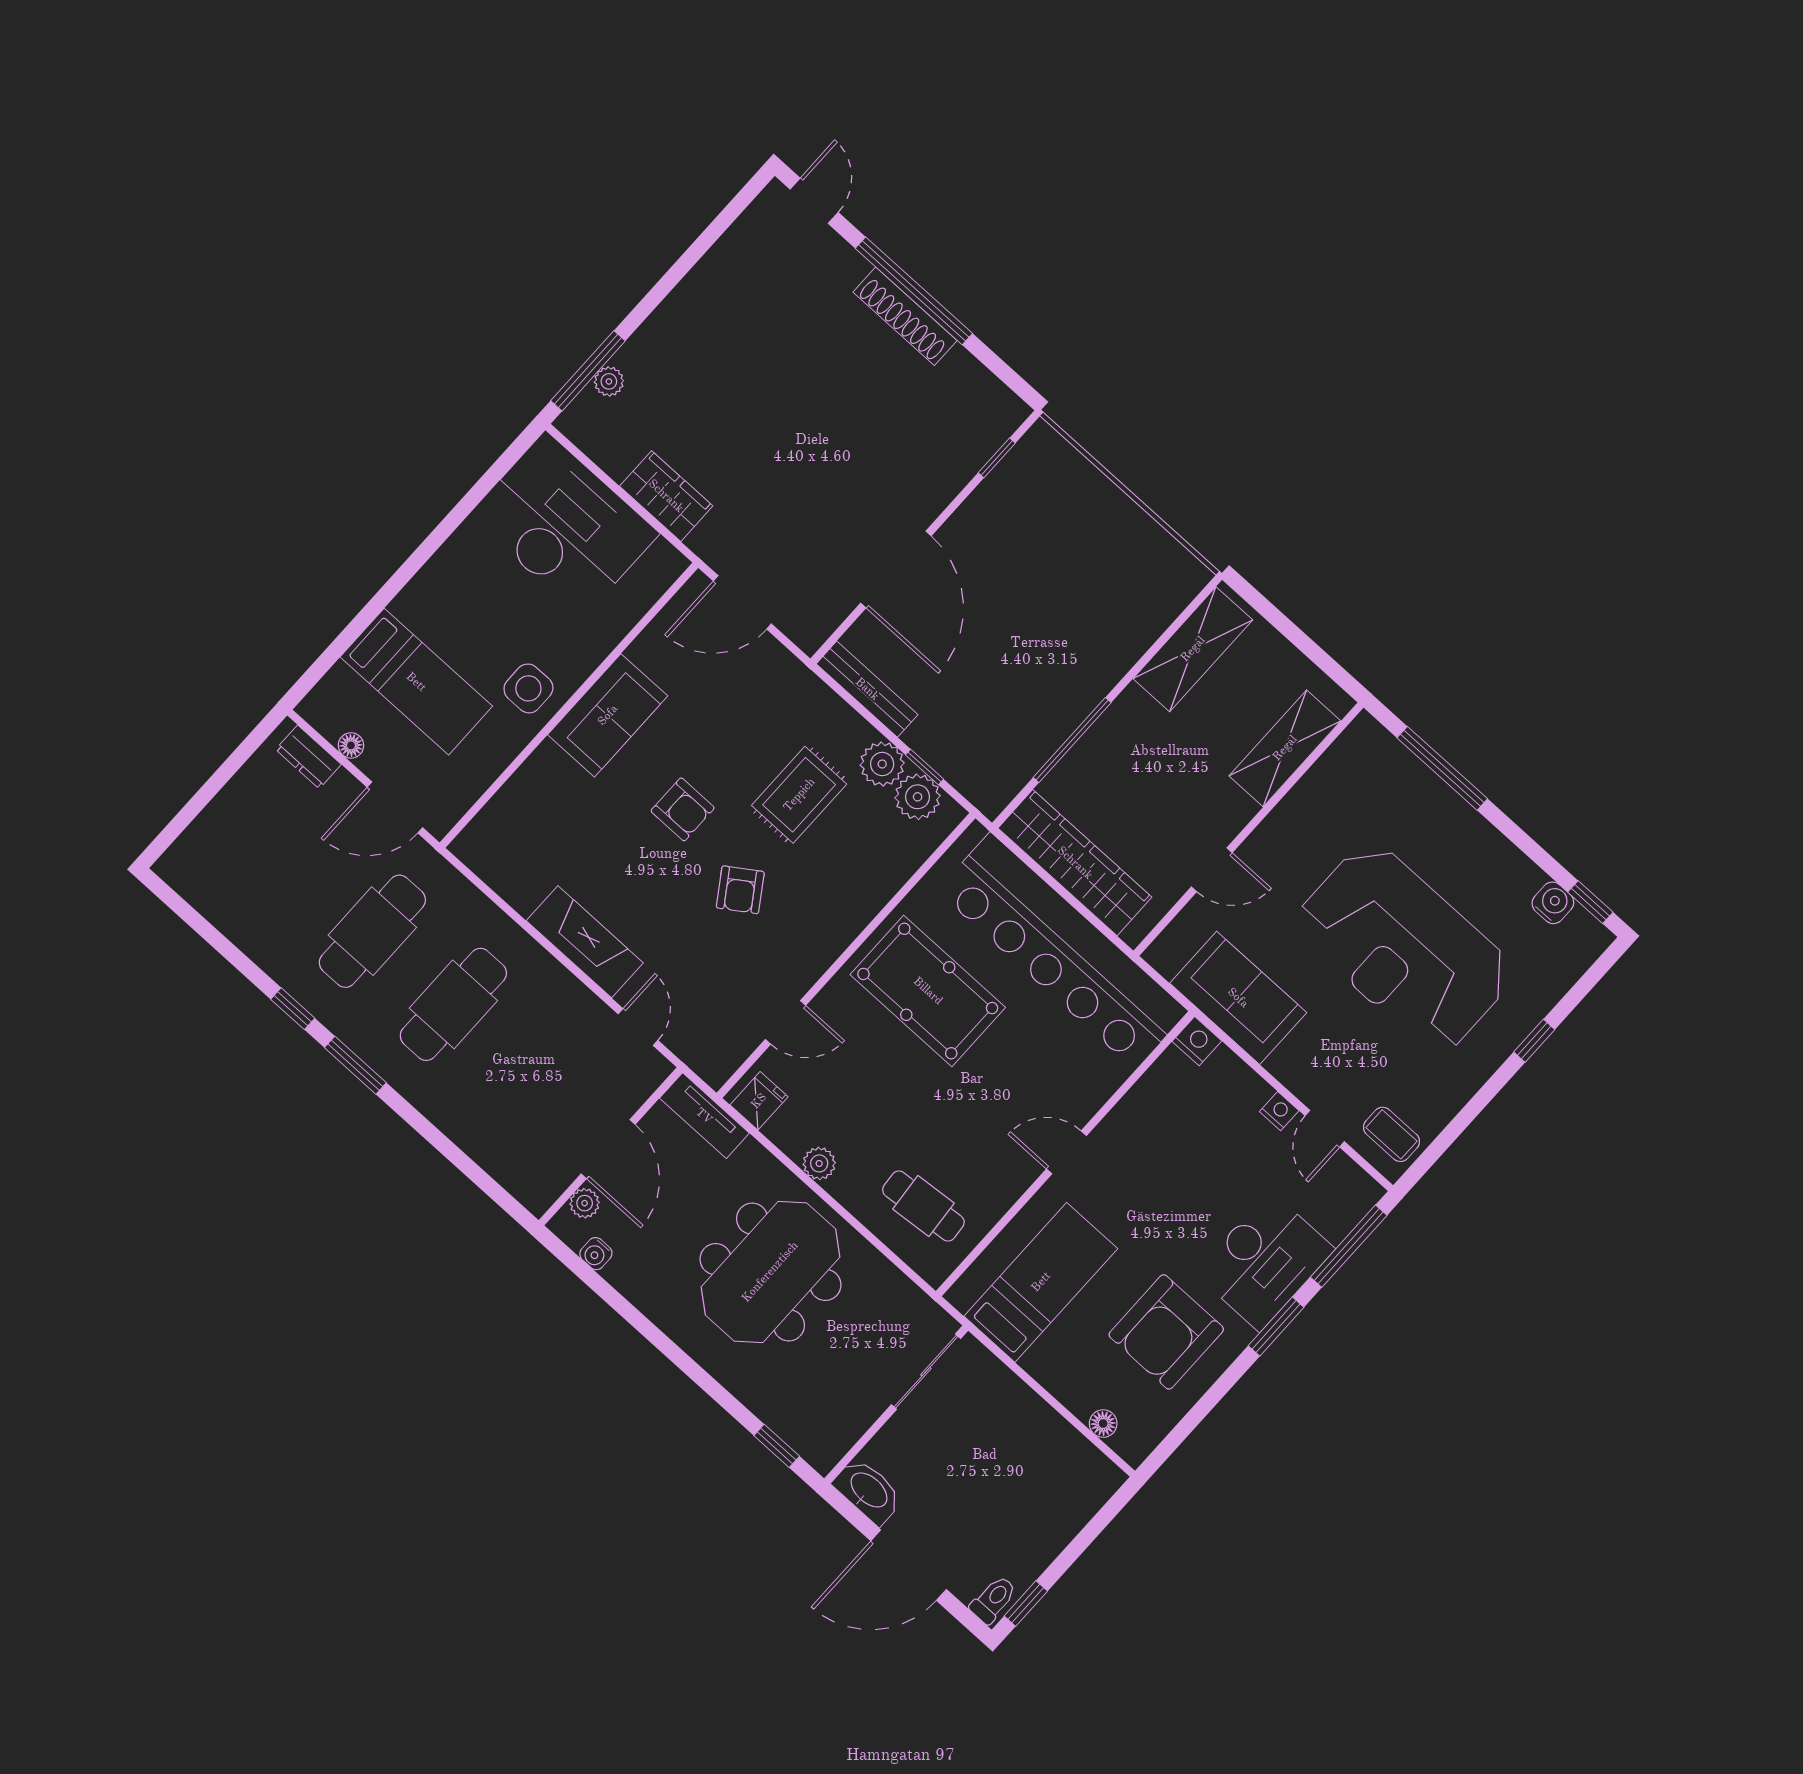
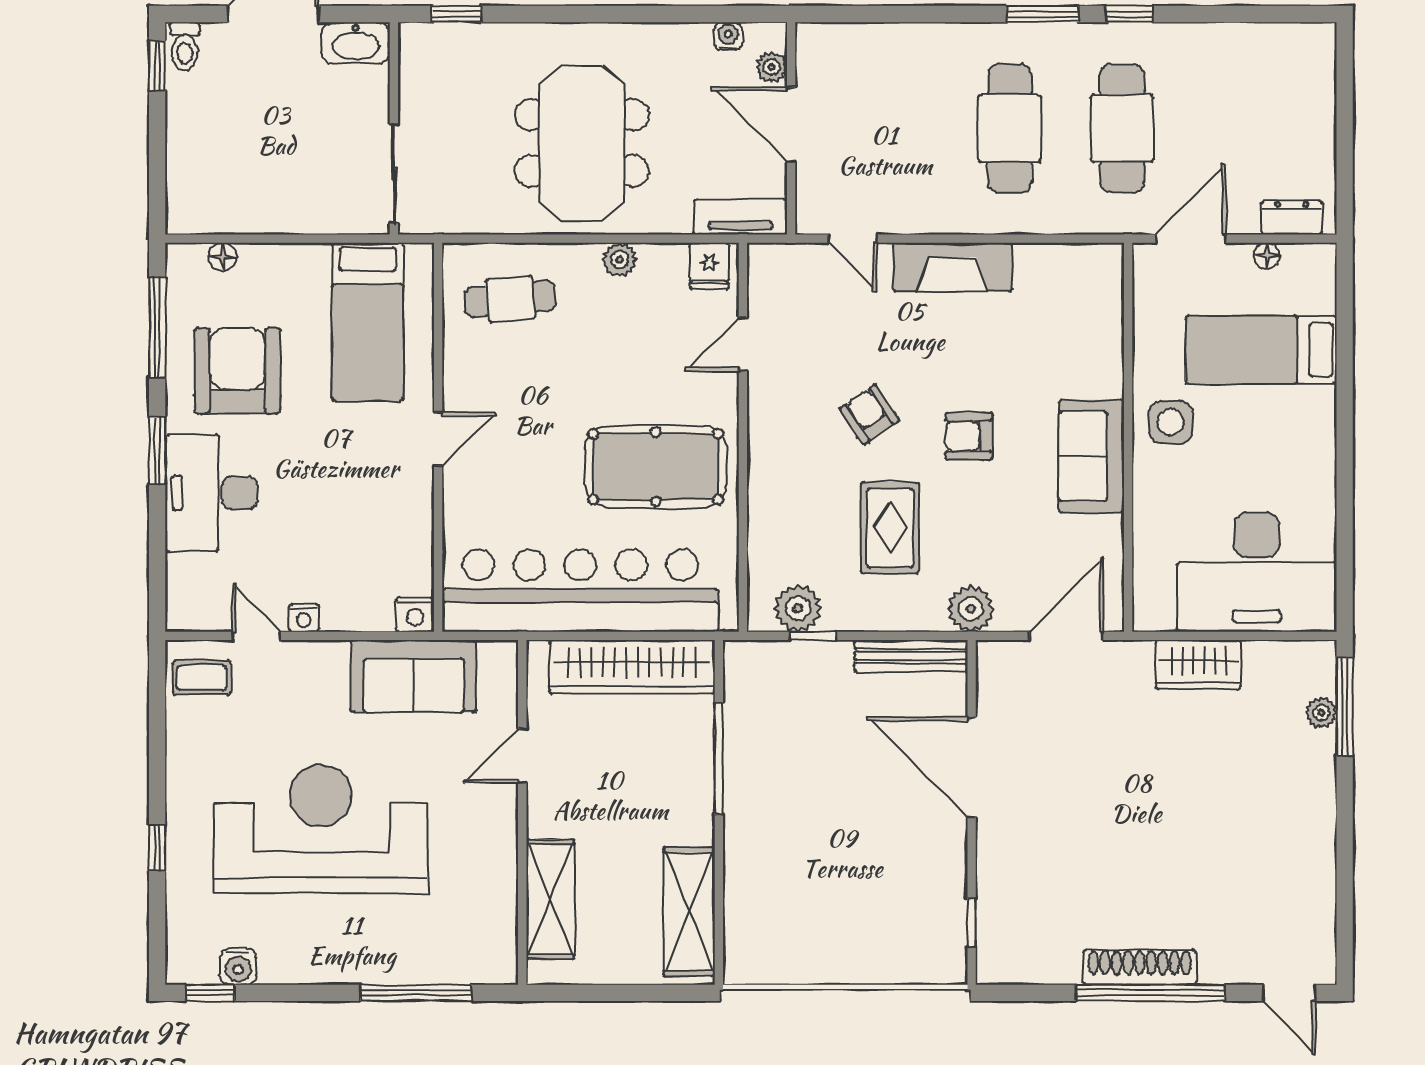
plant: (882, 764) -> (971, 609), moved
window: (1349, 1246) -> (157, 327), moved

